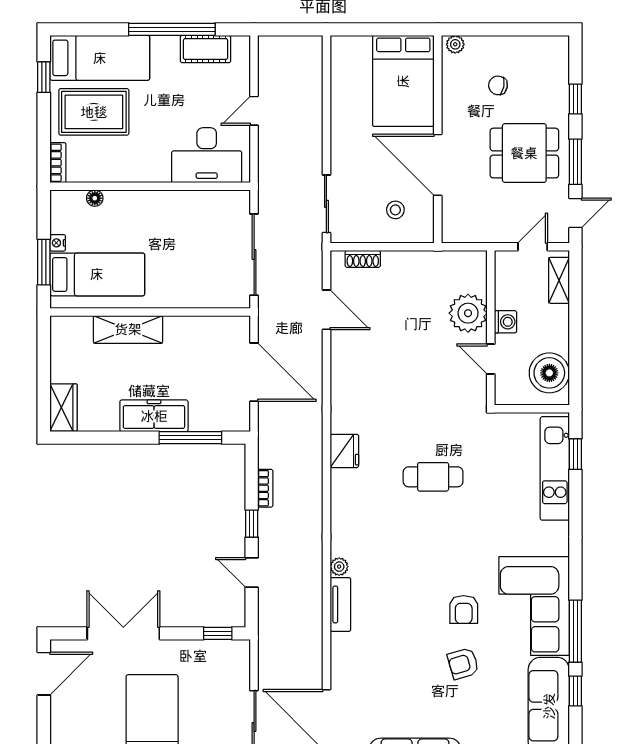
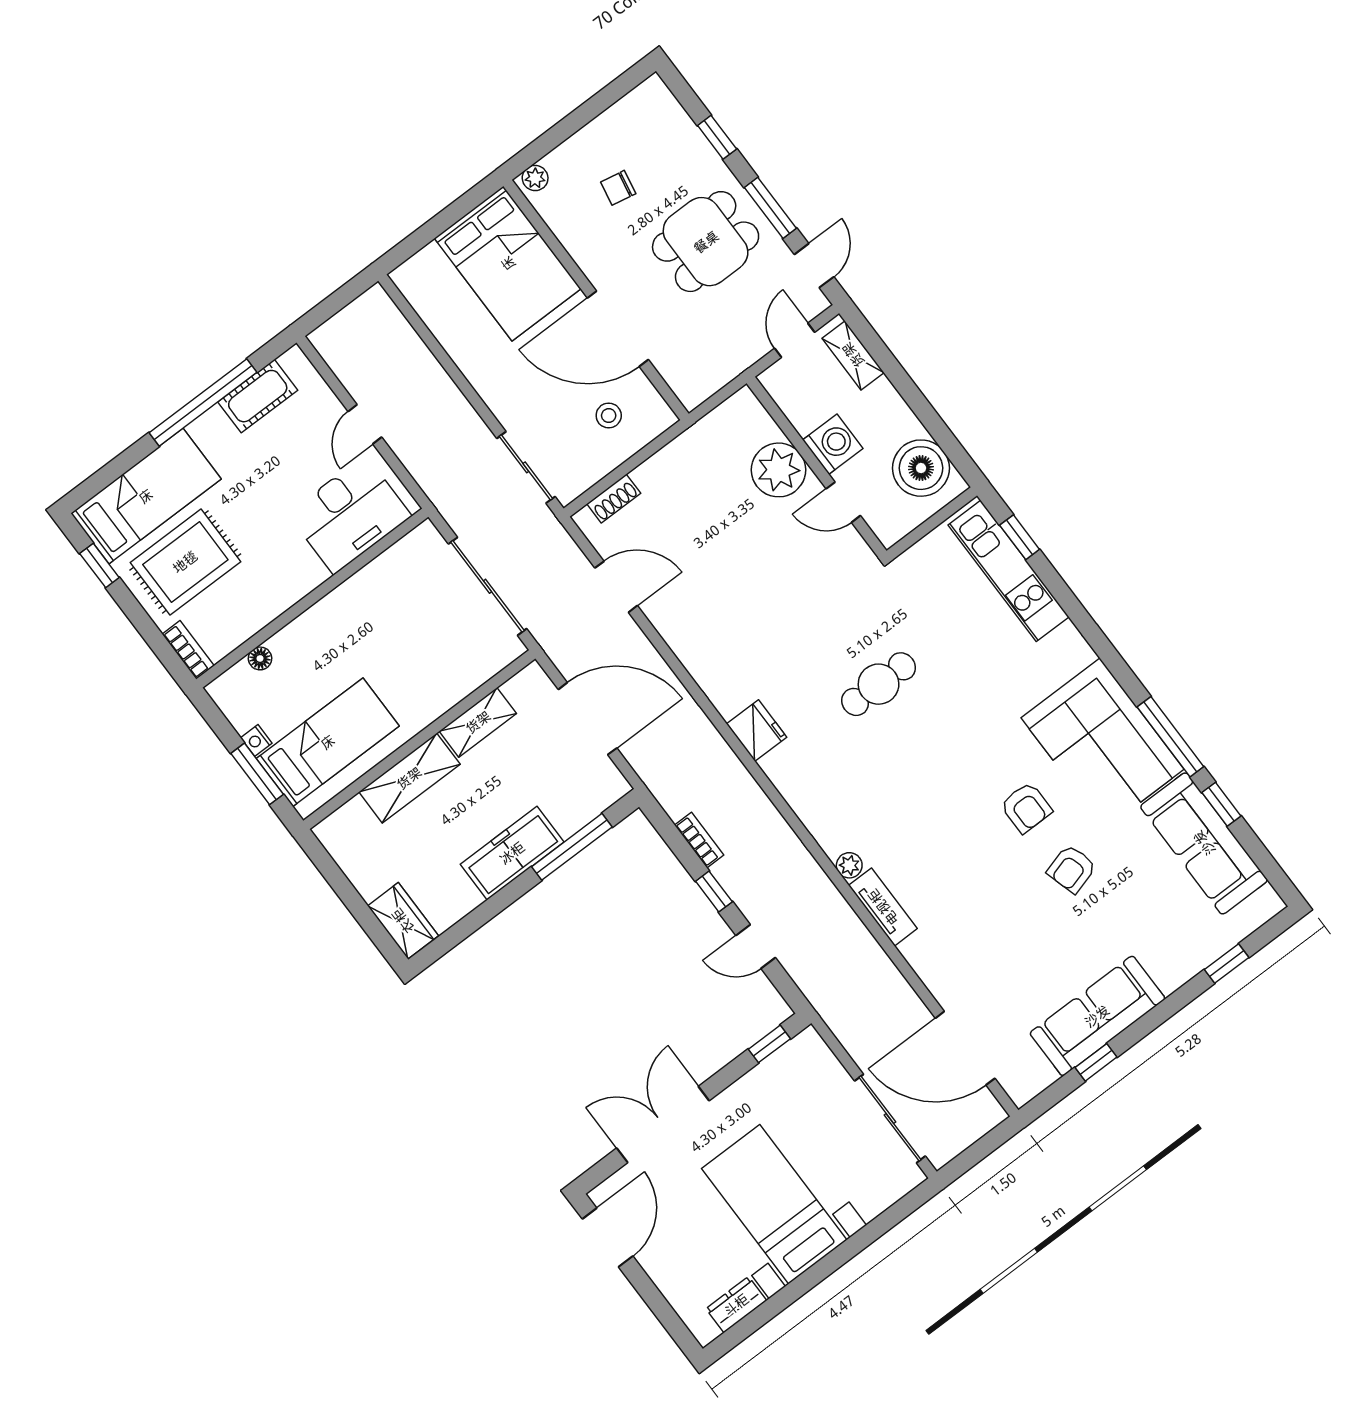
washing machine: (506, 322) -> (833, 444), width x1.38, depth x1.38
shelving: (190, 327) -> (478, 722), added

